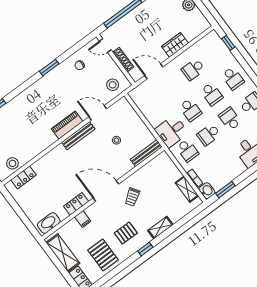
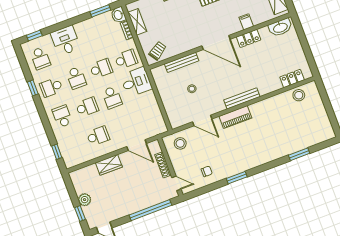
school desk: (212, 94) -> (87, 107), turned 90
school desk: (190, 110) -> (112, 98), turned 180
bench: (78, 136) -> (242, 98), moved
school desk: (187, 150) -> (126, 59), turned 90
bench: (146, 153) -> (182, 62), moved
trolley: (132, 197) -> (157, 51), moved

